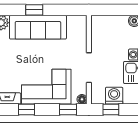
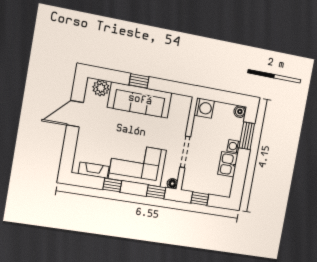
washing machine: (114, 96) -> (204, 108), moved, turned 90

